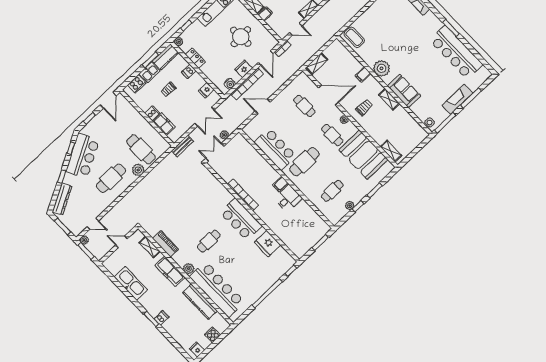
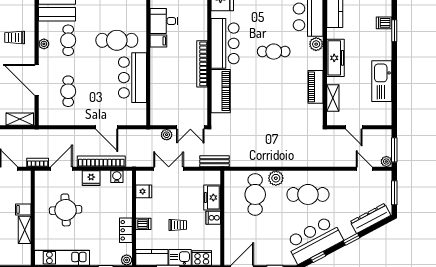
piano: (217, 190) -> (221, 91), added

